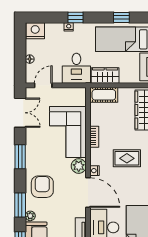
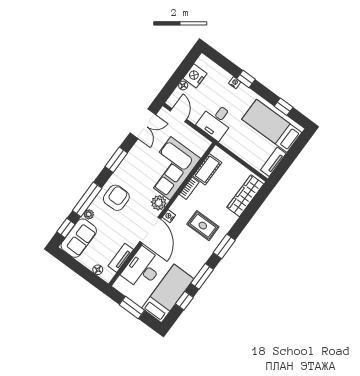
nightstand: (35, 31) -> (195, 76), moved, turned -90
wardrobe: (105, 75) -> (235, 145), removed
door: (43, 85) -> (178, 115), hinge flipped
cot: (104, 95) -> (207, 169), moved, turned 90
window: (20, 205) -> (87, 199), width x1.44

